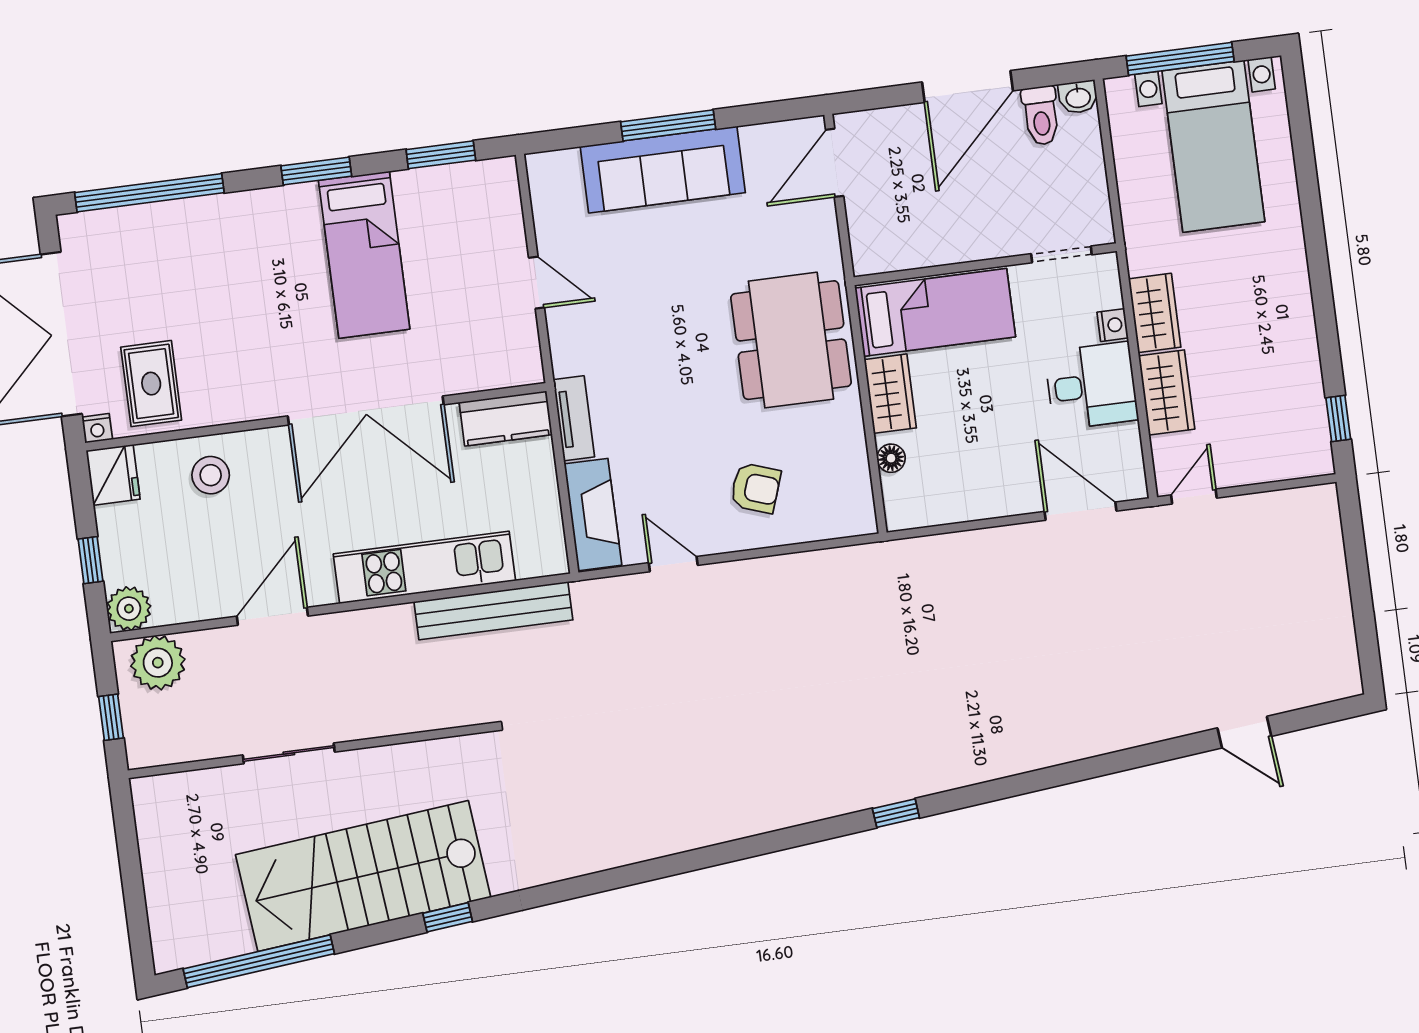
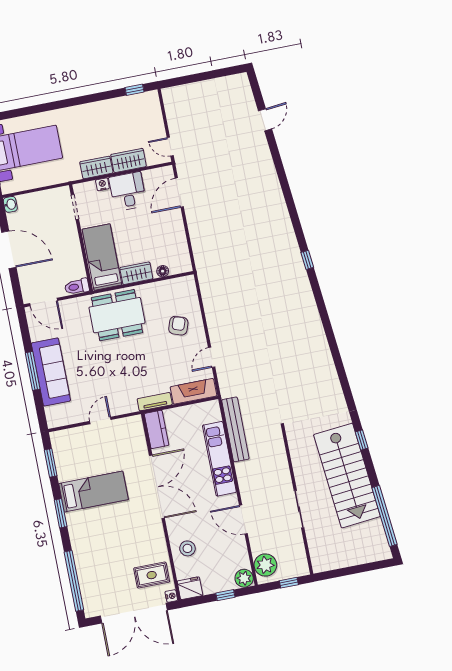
toilet: (1041, 116) -> (77, 287), moved, turned 180

